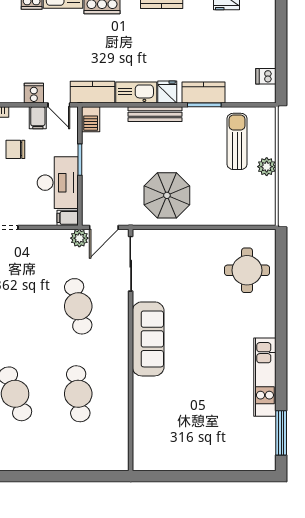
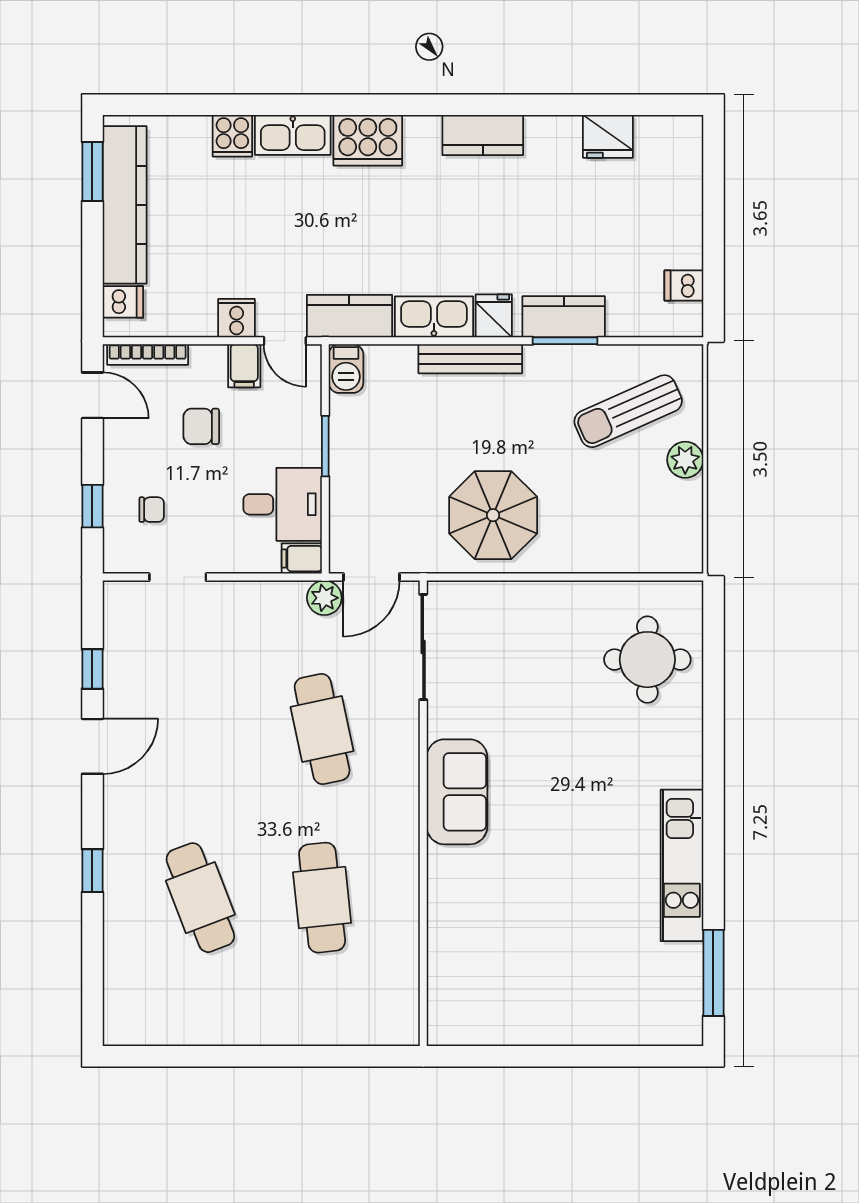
sun lounger: (237, 141) -> (628, 411), turned -114
desk: (58, 183) -> (283, 504), width x0.73
sofa: (148, 339) -> (457, 792), width x0.73

